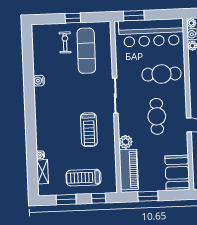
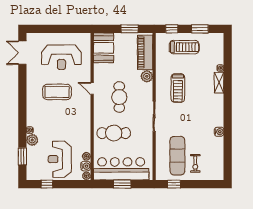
window: (134, 16) -> (122, 184), moved
window: (73, 18) -> (174, 184), moved
treadmill: (89, 130) -> (178, 88), turned 180
shelving: (43, 172) -> (219, 83), moved

